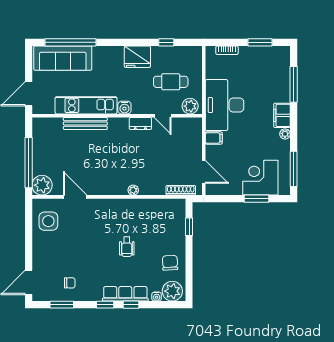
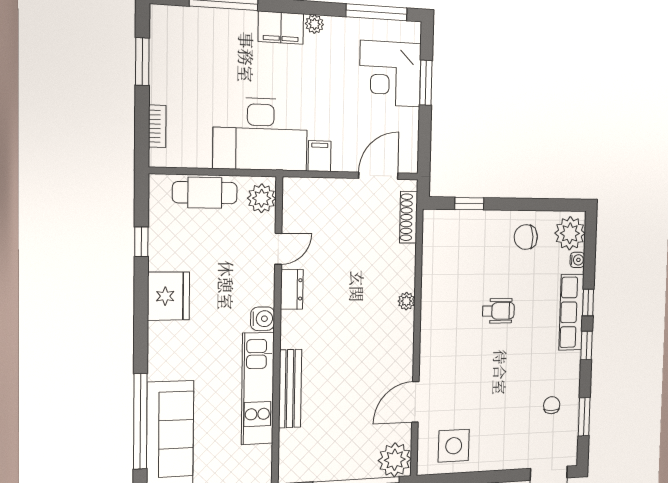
cafe table: (171, 82) -> (205, 193), moved, turned 90

